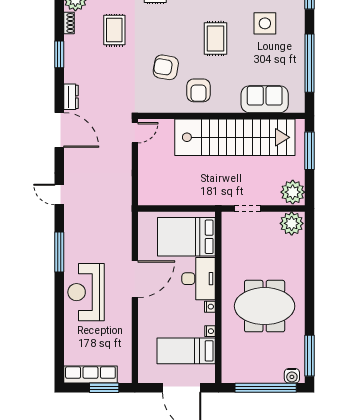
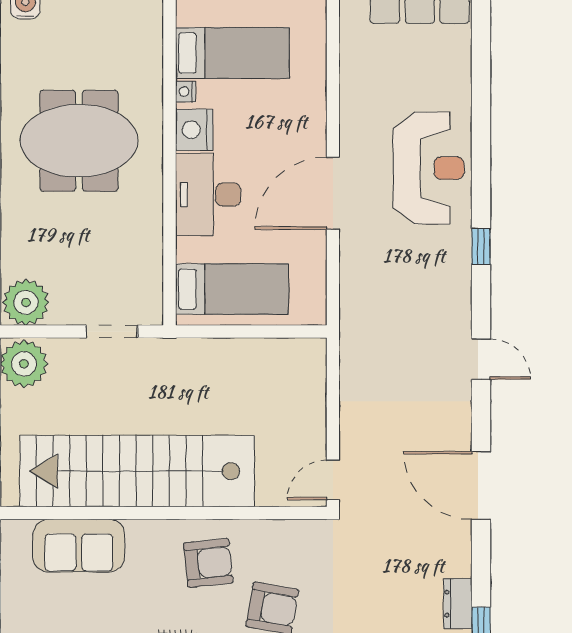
armchair: (198, 90) -> (208, 563), turned 84
dresser: (71, 97) -> (458, 604), moved
bed: (186, 237) -> (232, 289), width x0.67
window: (59, 252) -> (481, 247), width x0.46
nightstand: (210, 307) -> (194, 130), width x1.89, depth x1.79

